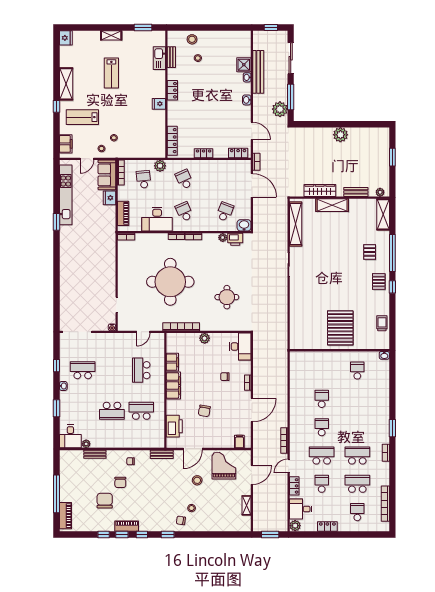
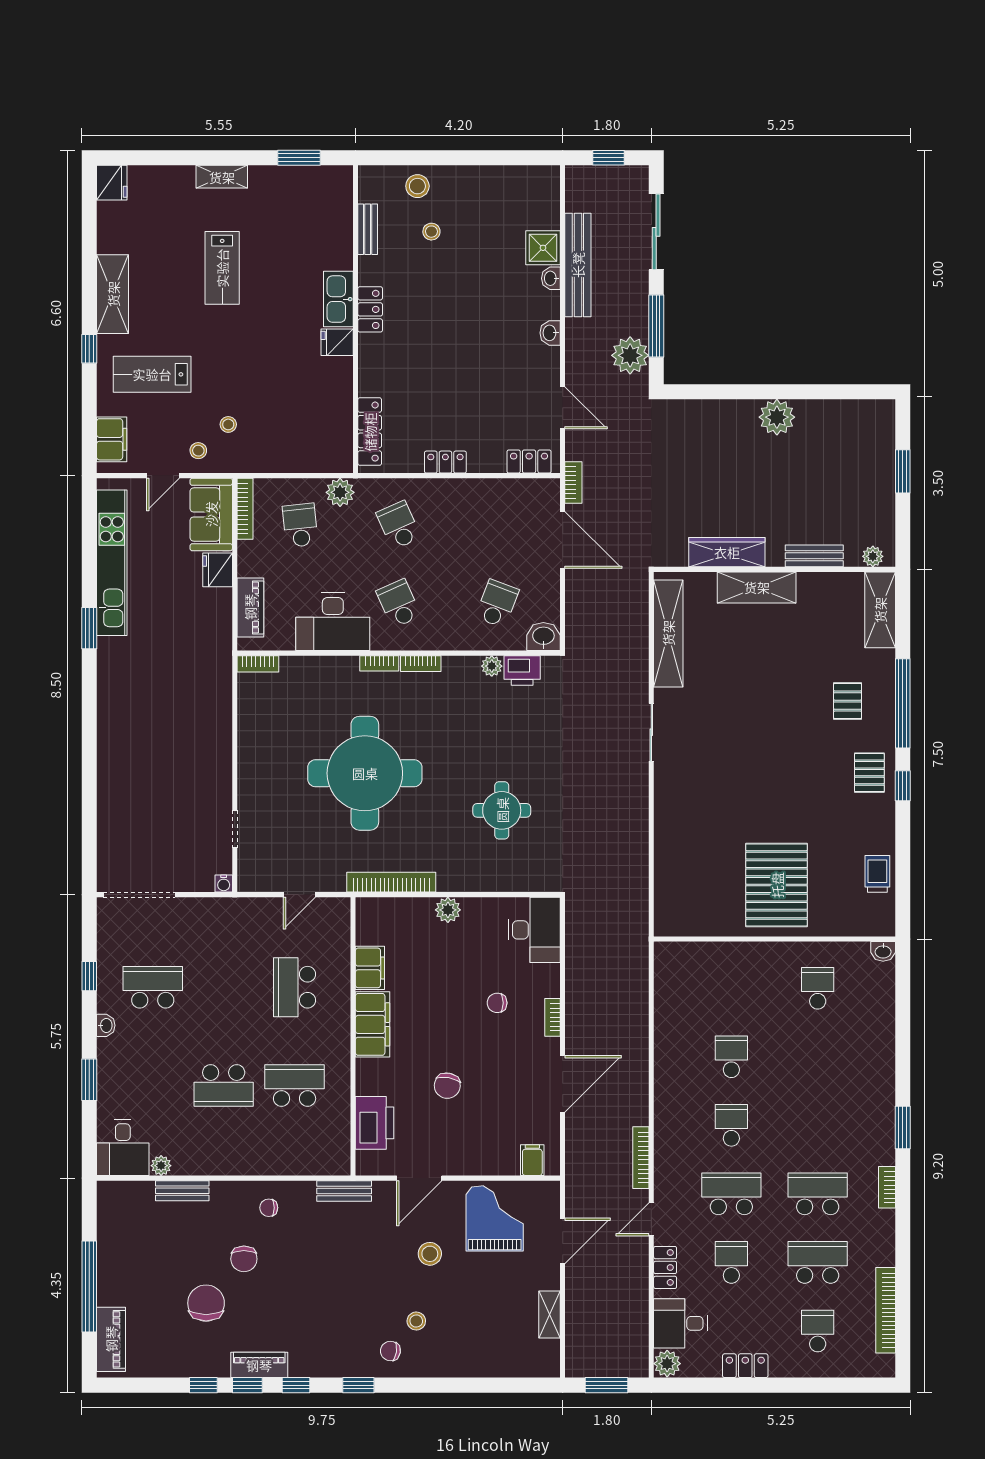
kitchen sink: (159, 58) -> (338, 299), moved

